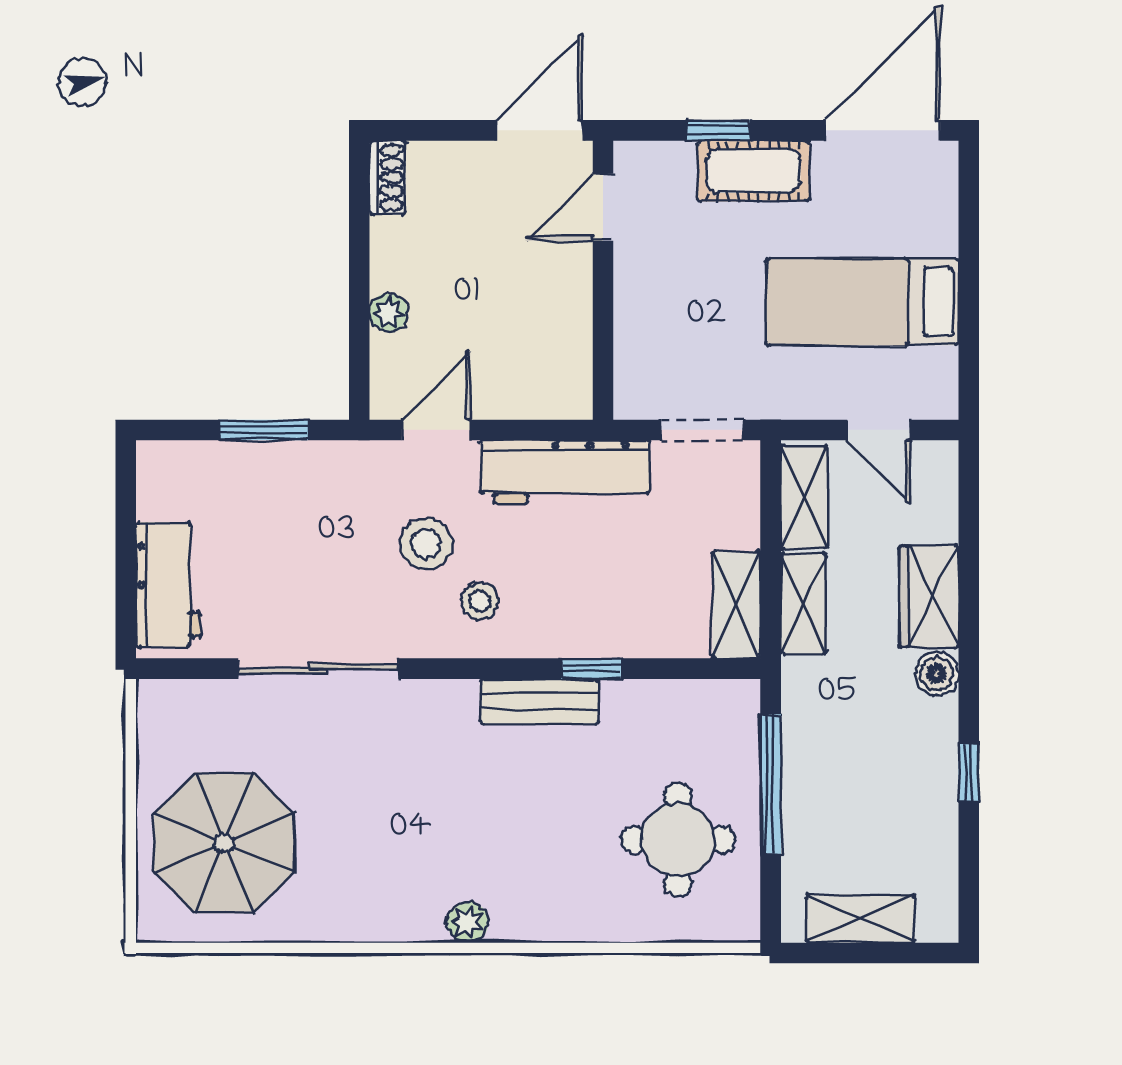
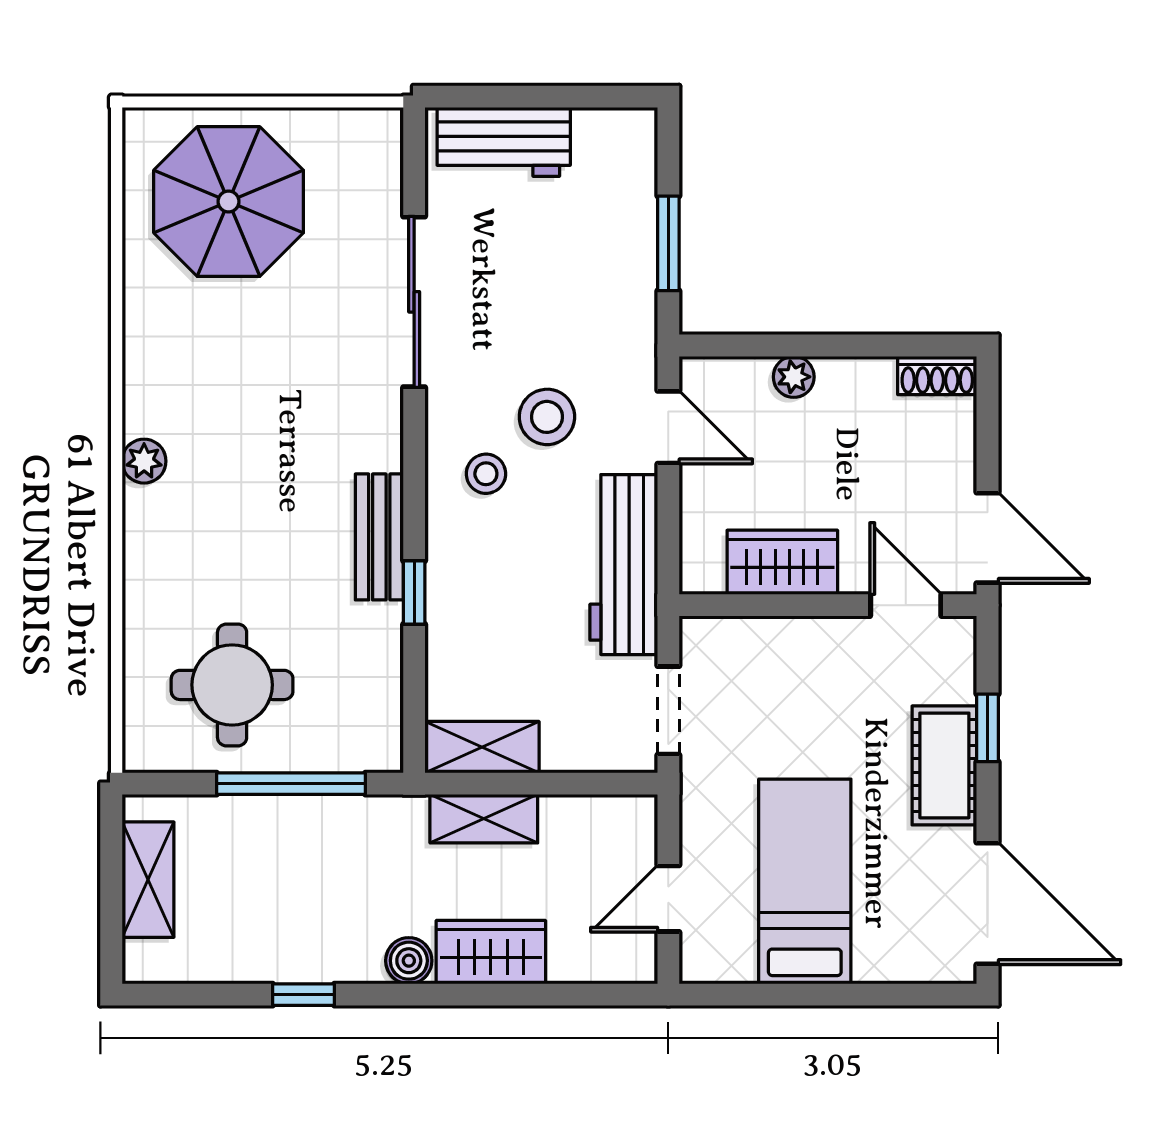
wardrobe: (563, 323) -> (782, 562), added
shelving: (804, 497) -> (597, 819), removed

